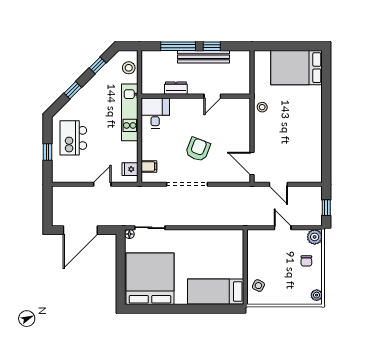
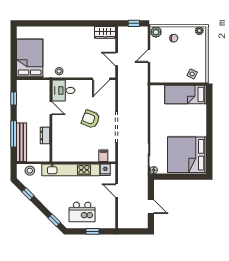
window: (212, 46) -> (14, 98), moved
bench: (203, 57) -> (21, 142), moved
bed: (297, 68) -> (30, 58), moved, turned 180
window: (73, 90) -> (54, 220), moved
kitchen unit: (130, 112) -> (71, 170), width x1.36
desk: (155, 113) -> (63, 91), moved
wardrobe: (314, 169) -> (105, 32), added
door: (278, 184) -> (117, 59), swing flipped
door: (80, 230) -> (151, 207), width x0.53
bed: (216, 292) -> (186, 94), moved, turned 90

